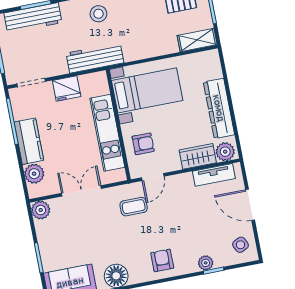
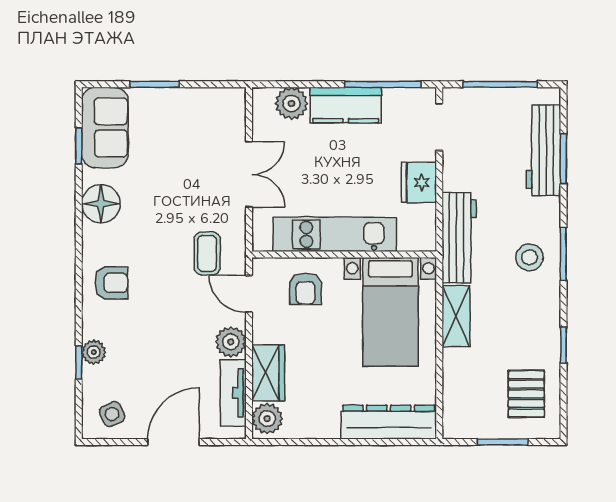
shelving: (197, 40) -> (456, 316), moved
dresser: (219, 108) -> (389, 422), moved
plant: (41, 210) -> (231, 342), moved

